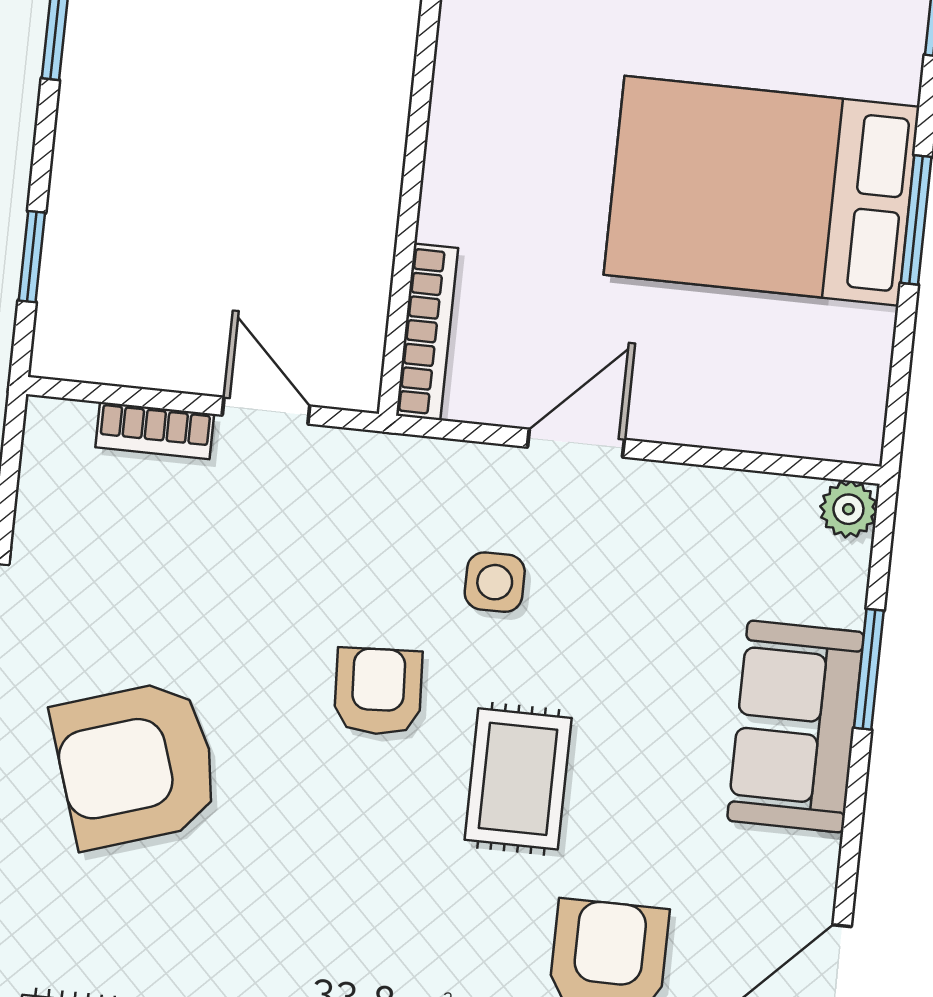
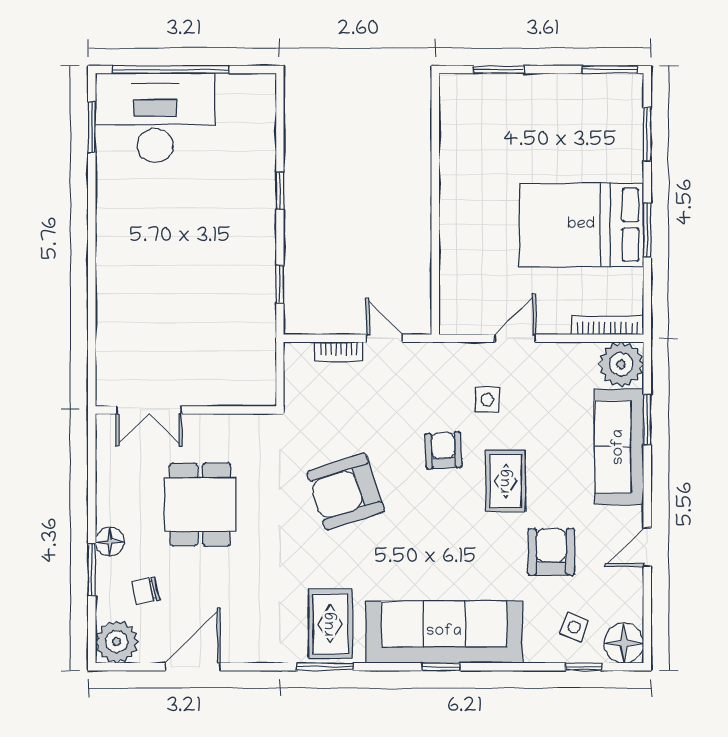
bookcase: (427, 332) -> (607, 325), moved, turned -90
plant: (848, 509) -> (621, 364), width x1.88, depth x1.88
sofa: (796, 727) -> (619, 447), width x1.36

